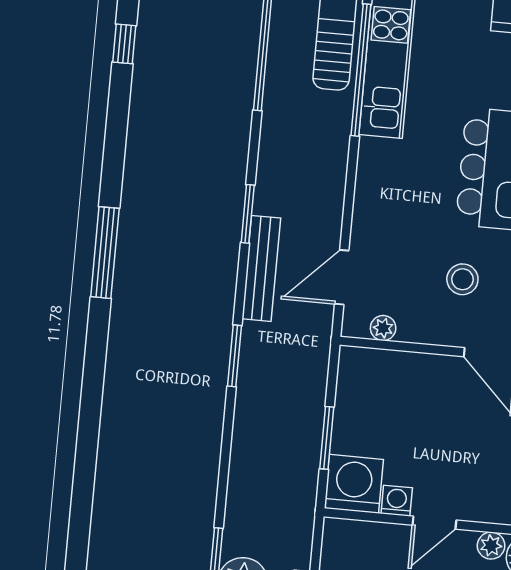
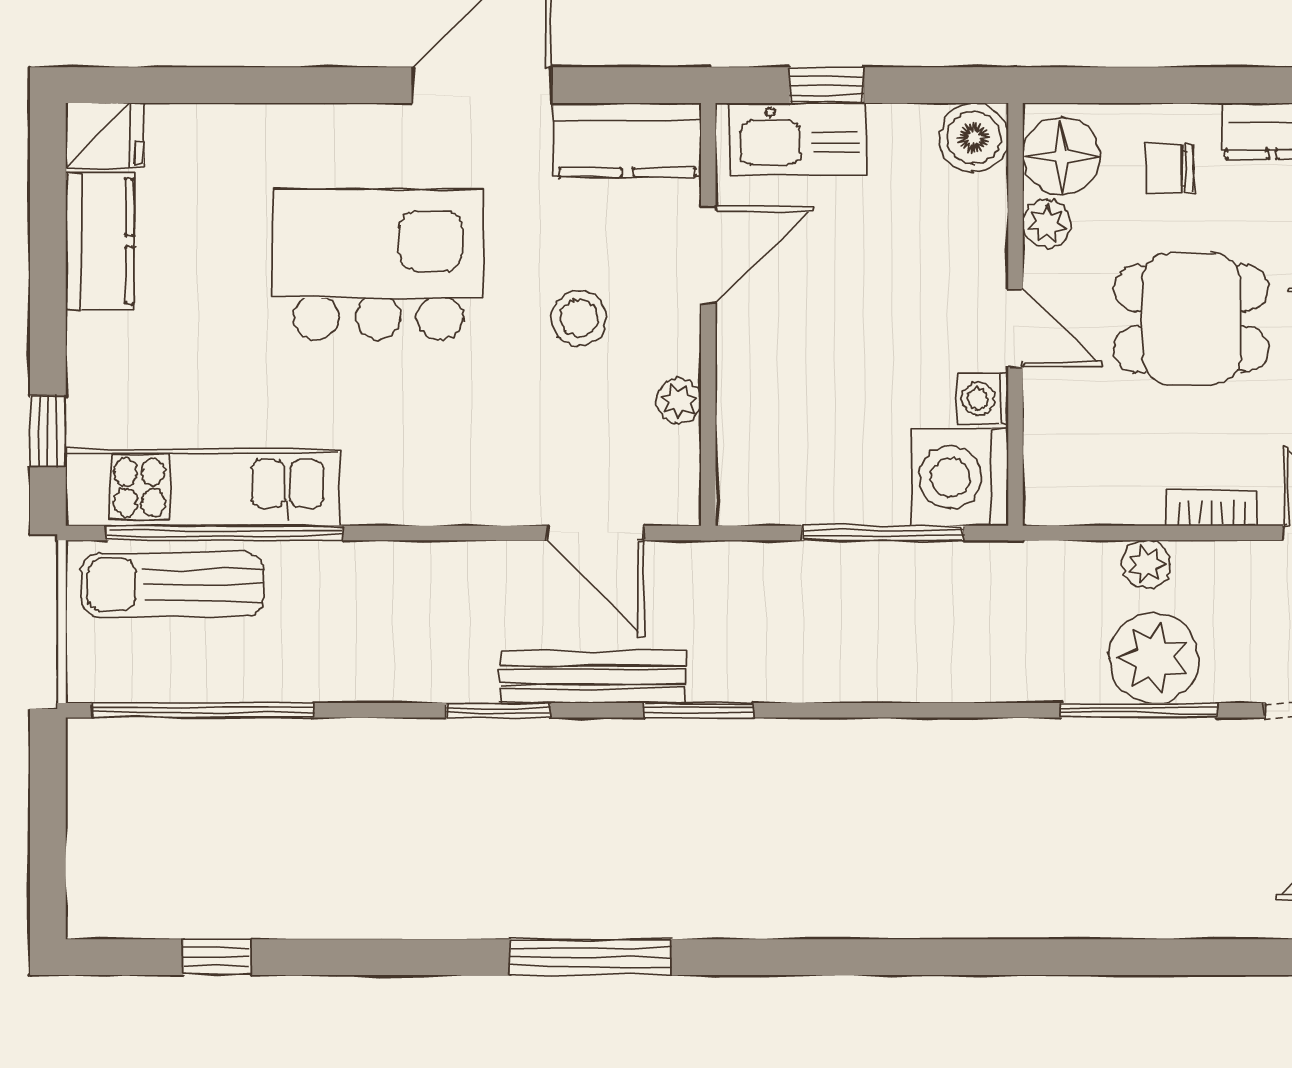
plant: (383, 328) -> (679, 401), moved
window: (235, 356) -> (699, 710), moved
window: (327, 438) -> (883, 533), width x1.44

